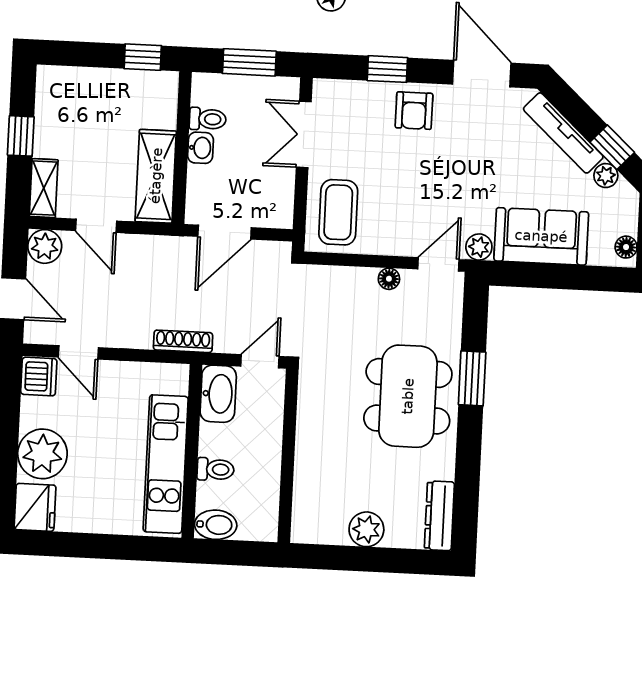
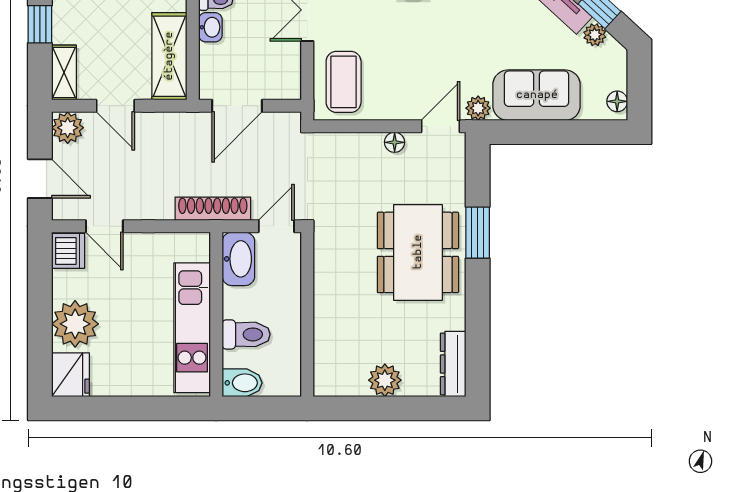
shoe rack: (183, 341) -> (213, 209), width x1.36, depth x1.24
toilet: (215, 469) -> (246, 334), width x1.37, depth x1.39

